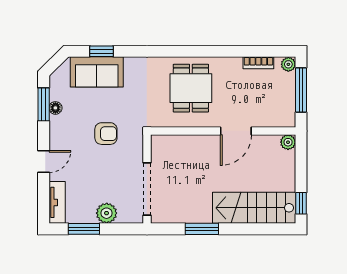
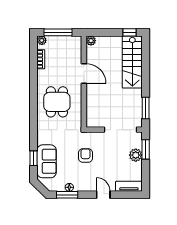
dining table: (191, 88) -> (57, 102), turned 90
window: (84, 229) -> (146, 149), moved
window: (202, 229) -> (146, 108), moved

